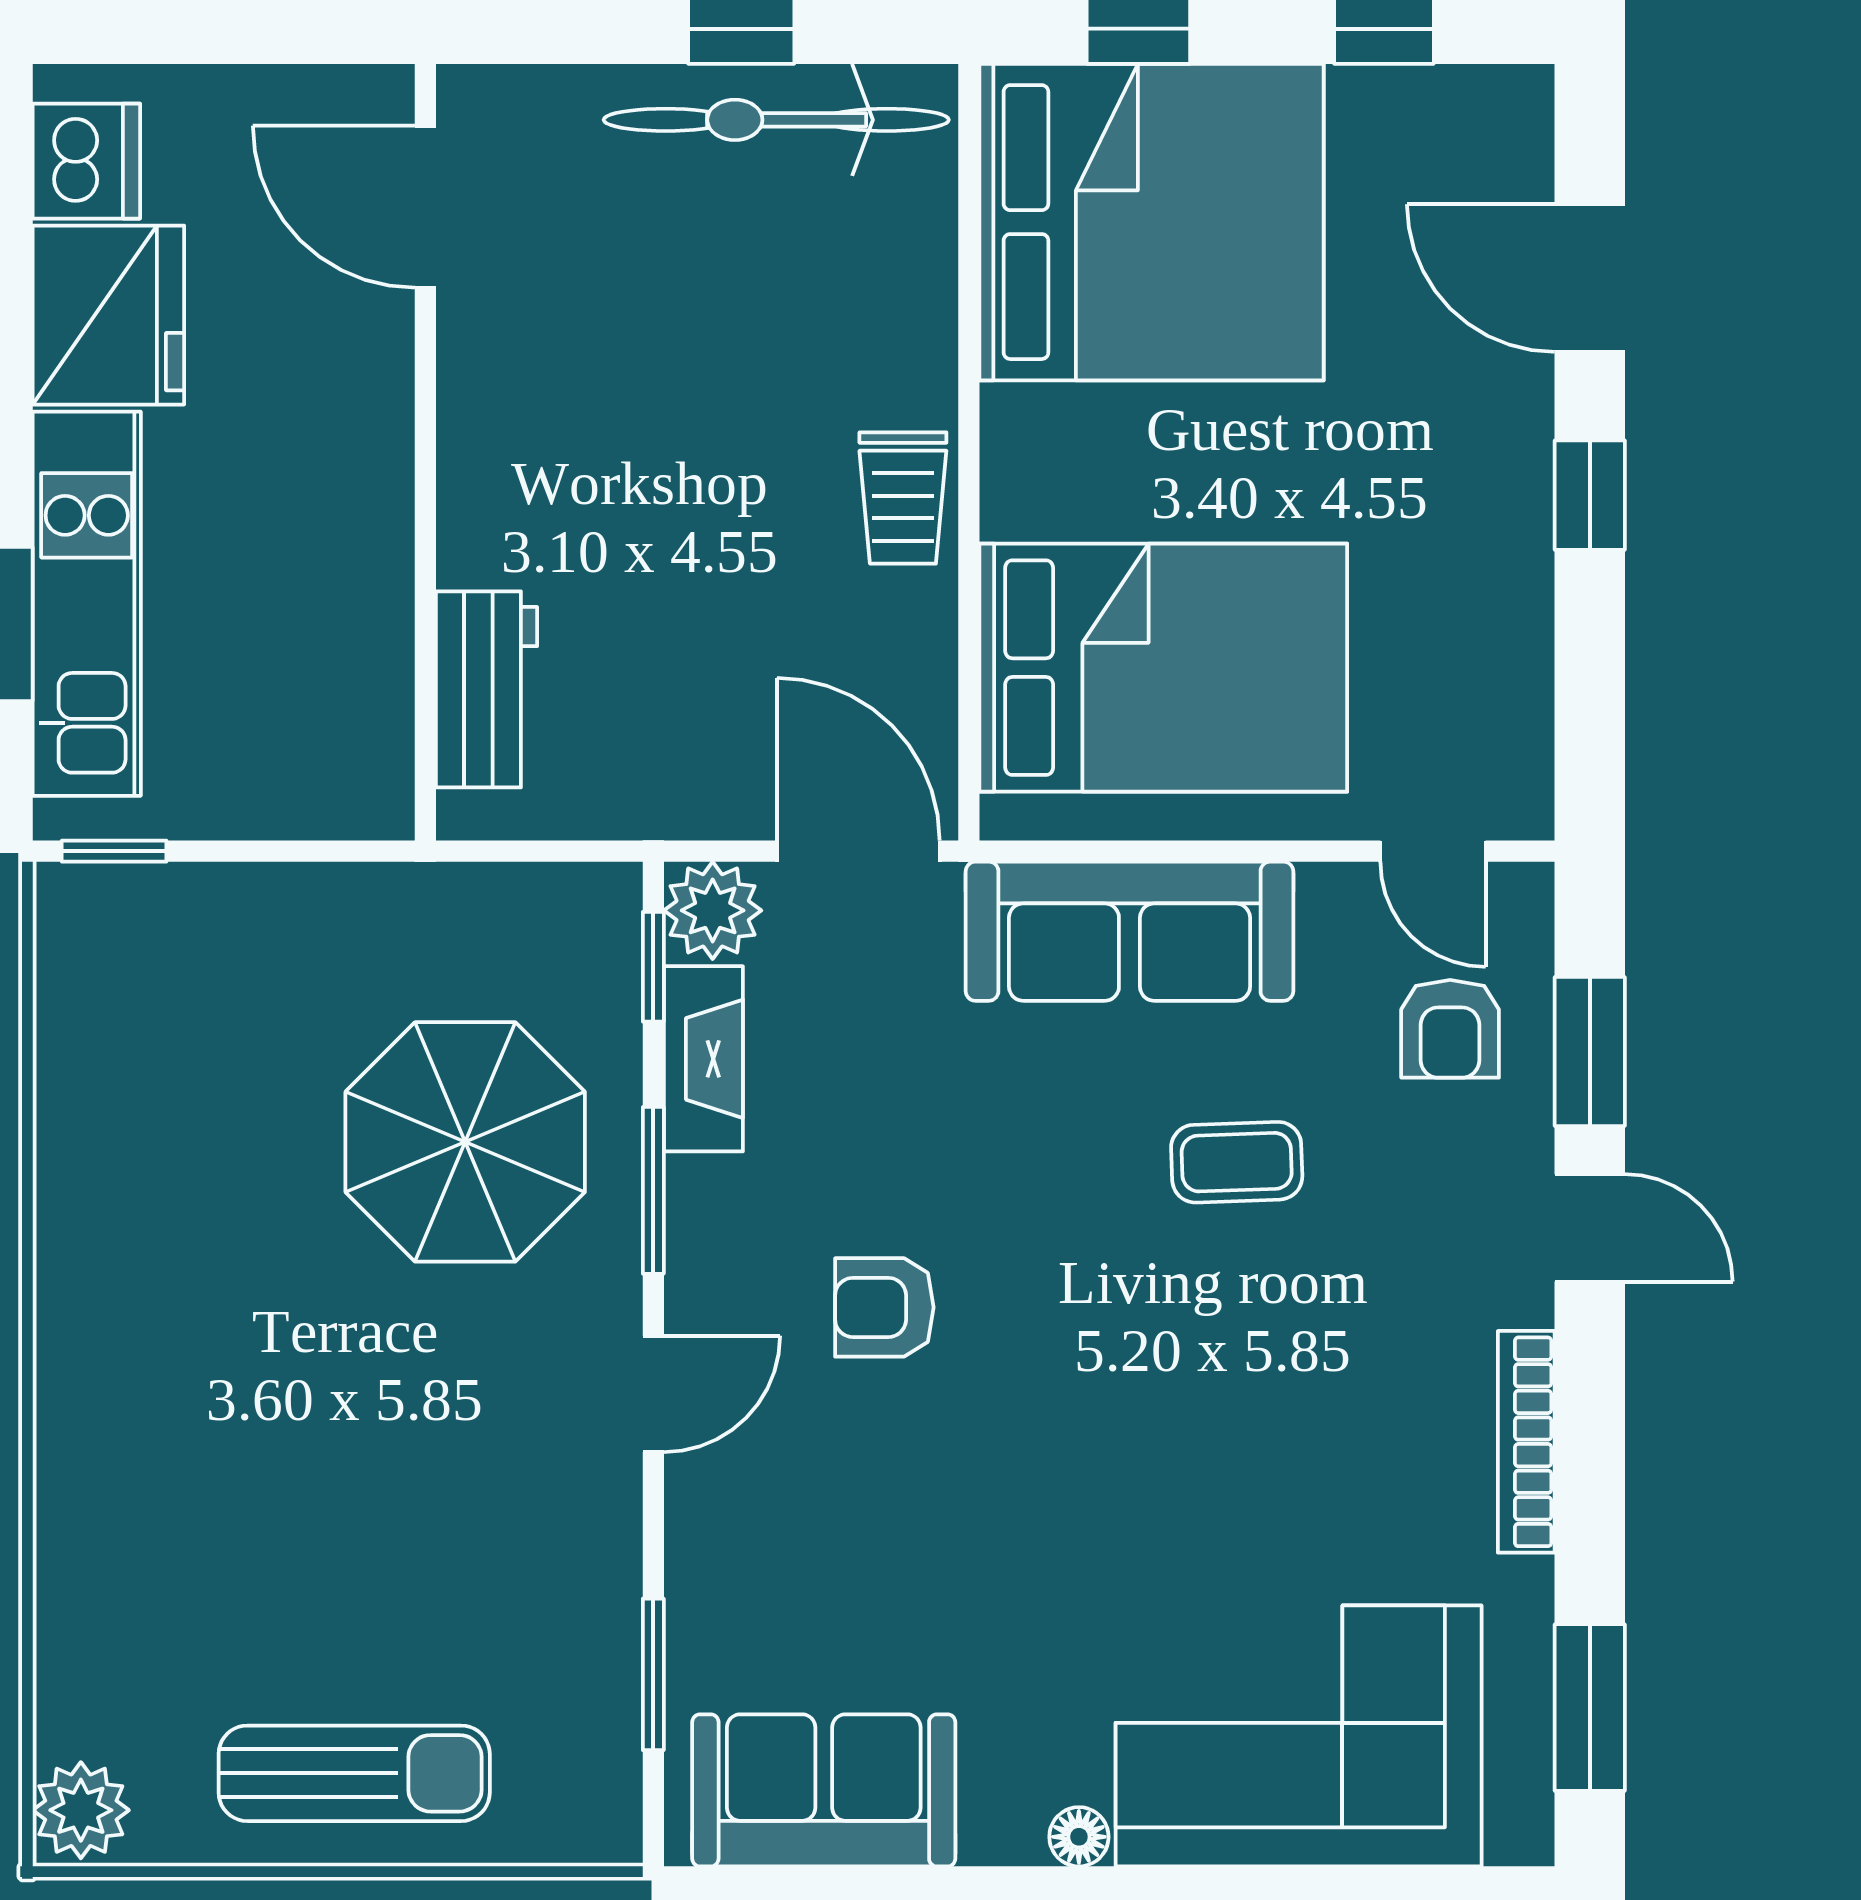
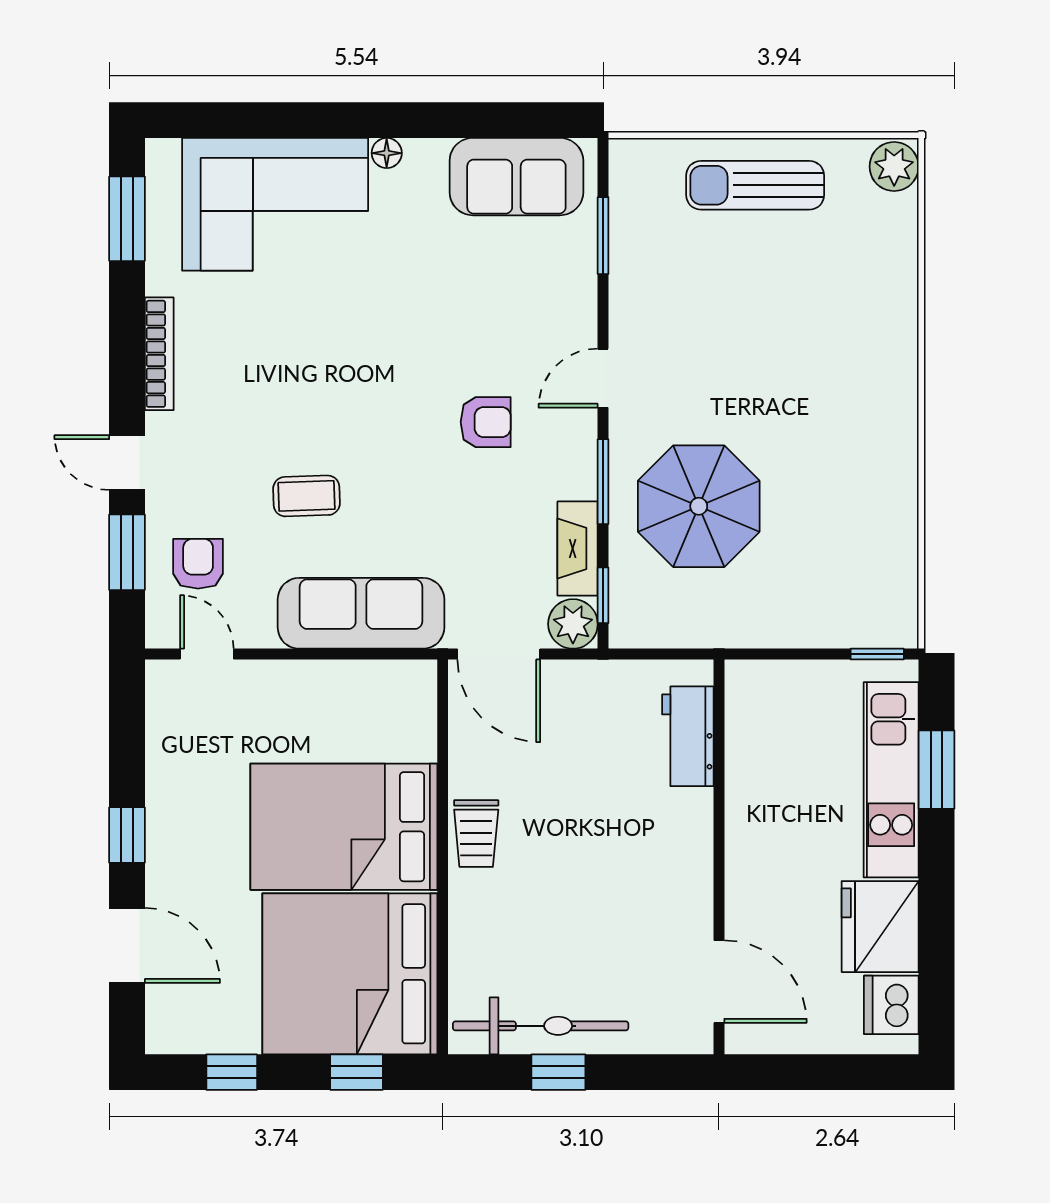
trolley: (903, 498) -> (476, 834), turned 180
bed: (1163, 668) -> (344, 827), moved

